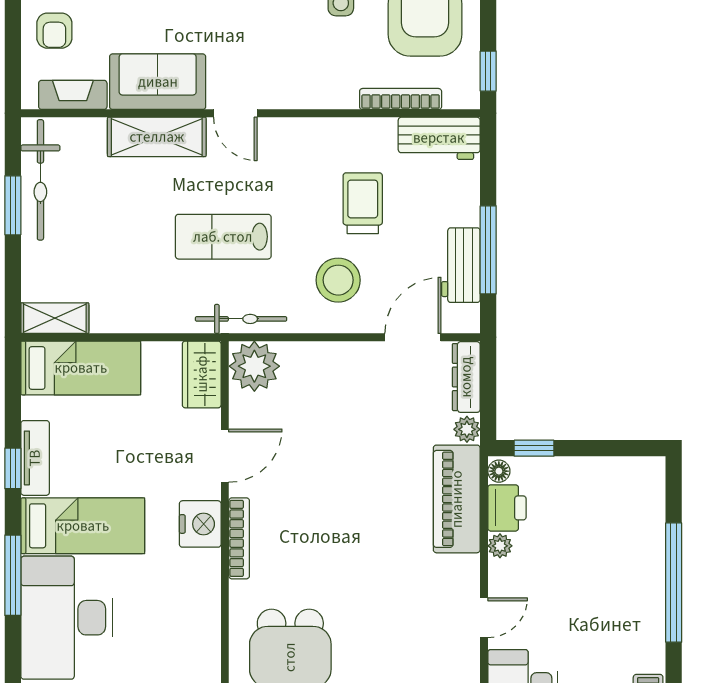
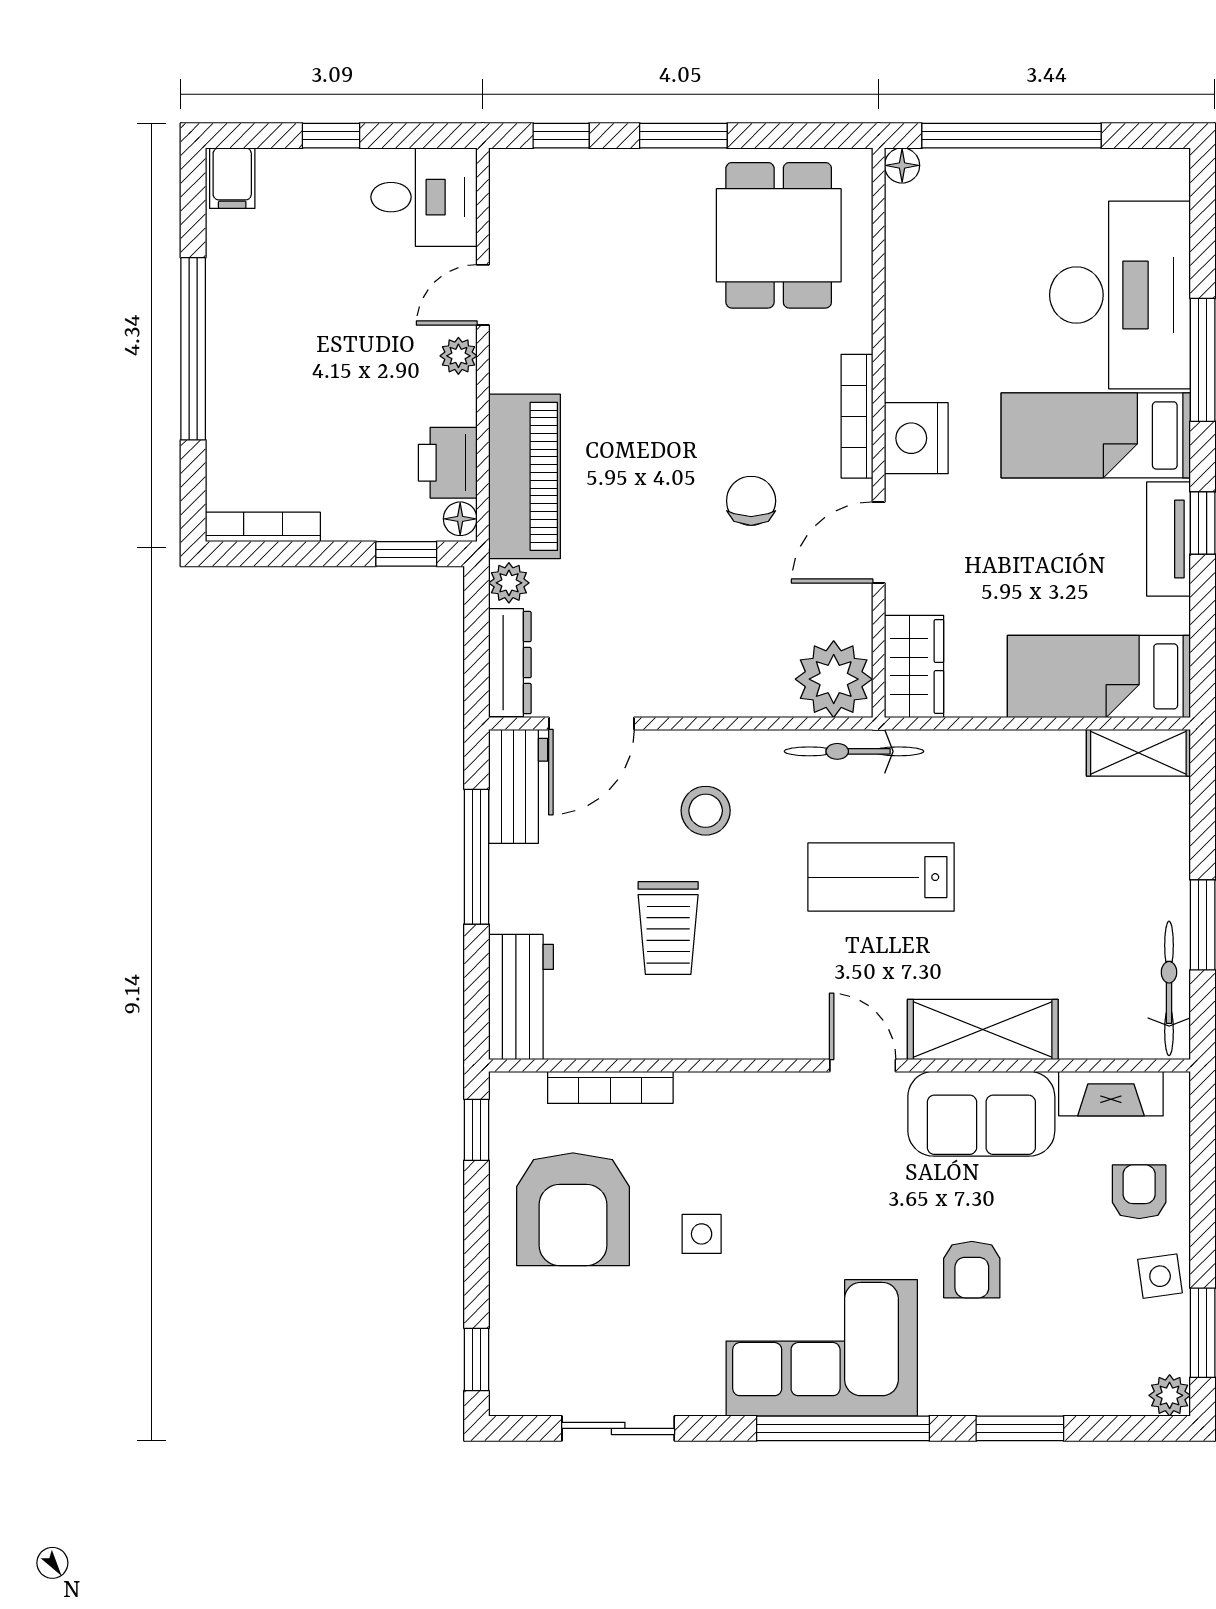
workbench: (439, 138) -> (521, 997), moved, turned 90
bicycle: (40, 180) -> (1169, 988), width x0.73, depth x0.71
lab bench: (223, 237) -> (881, 877), turned 180
workbench: (461, 265) -> (518, 786), moved
stool: (338, 280) -> (706, 811), width x0.73, depth x0.73
bookcase: (628, 466) -> (263, 527), added
chair: (308, 483) -> (751, 501), added
plant: (500, 546) -> (458, 356), moved

